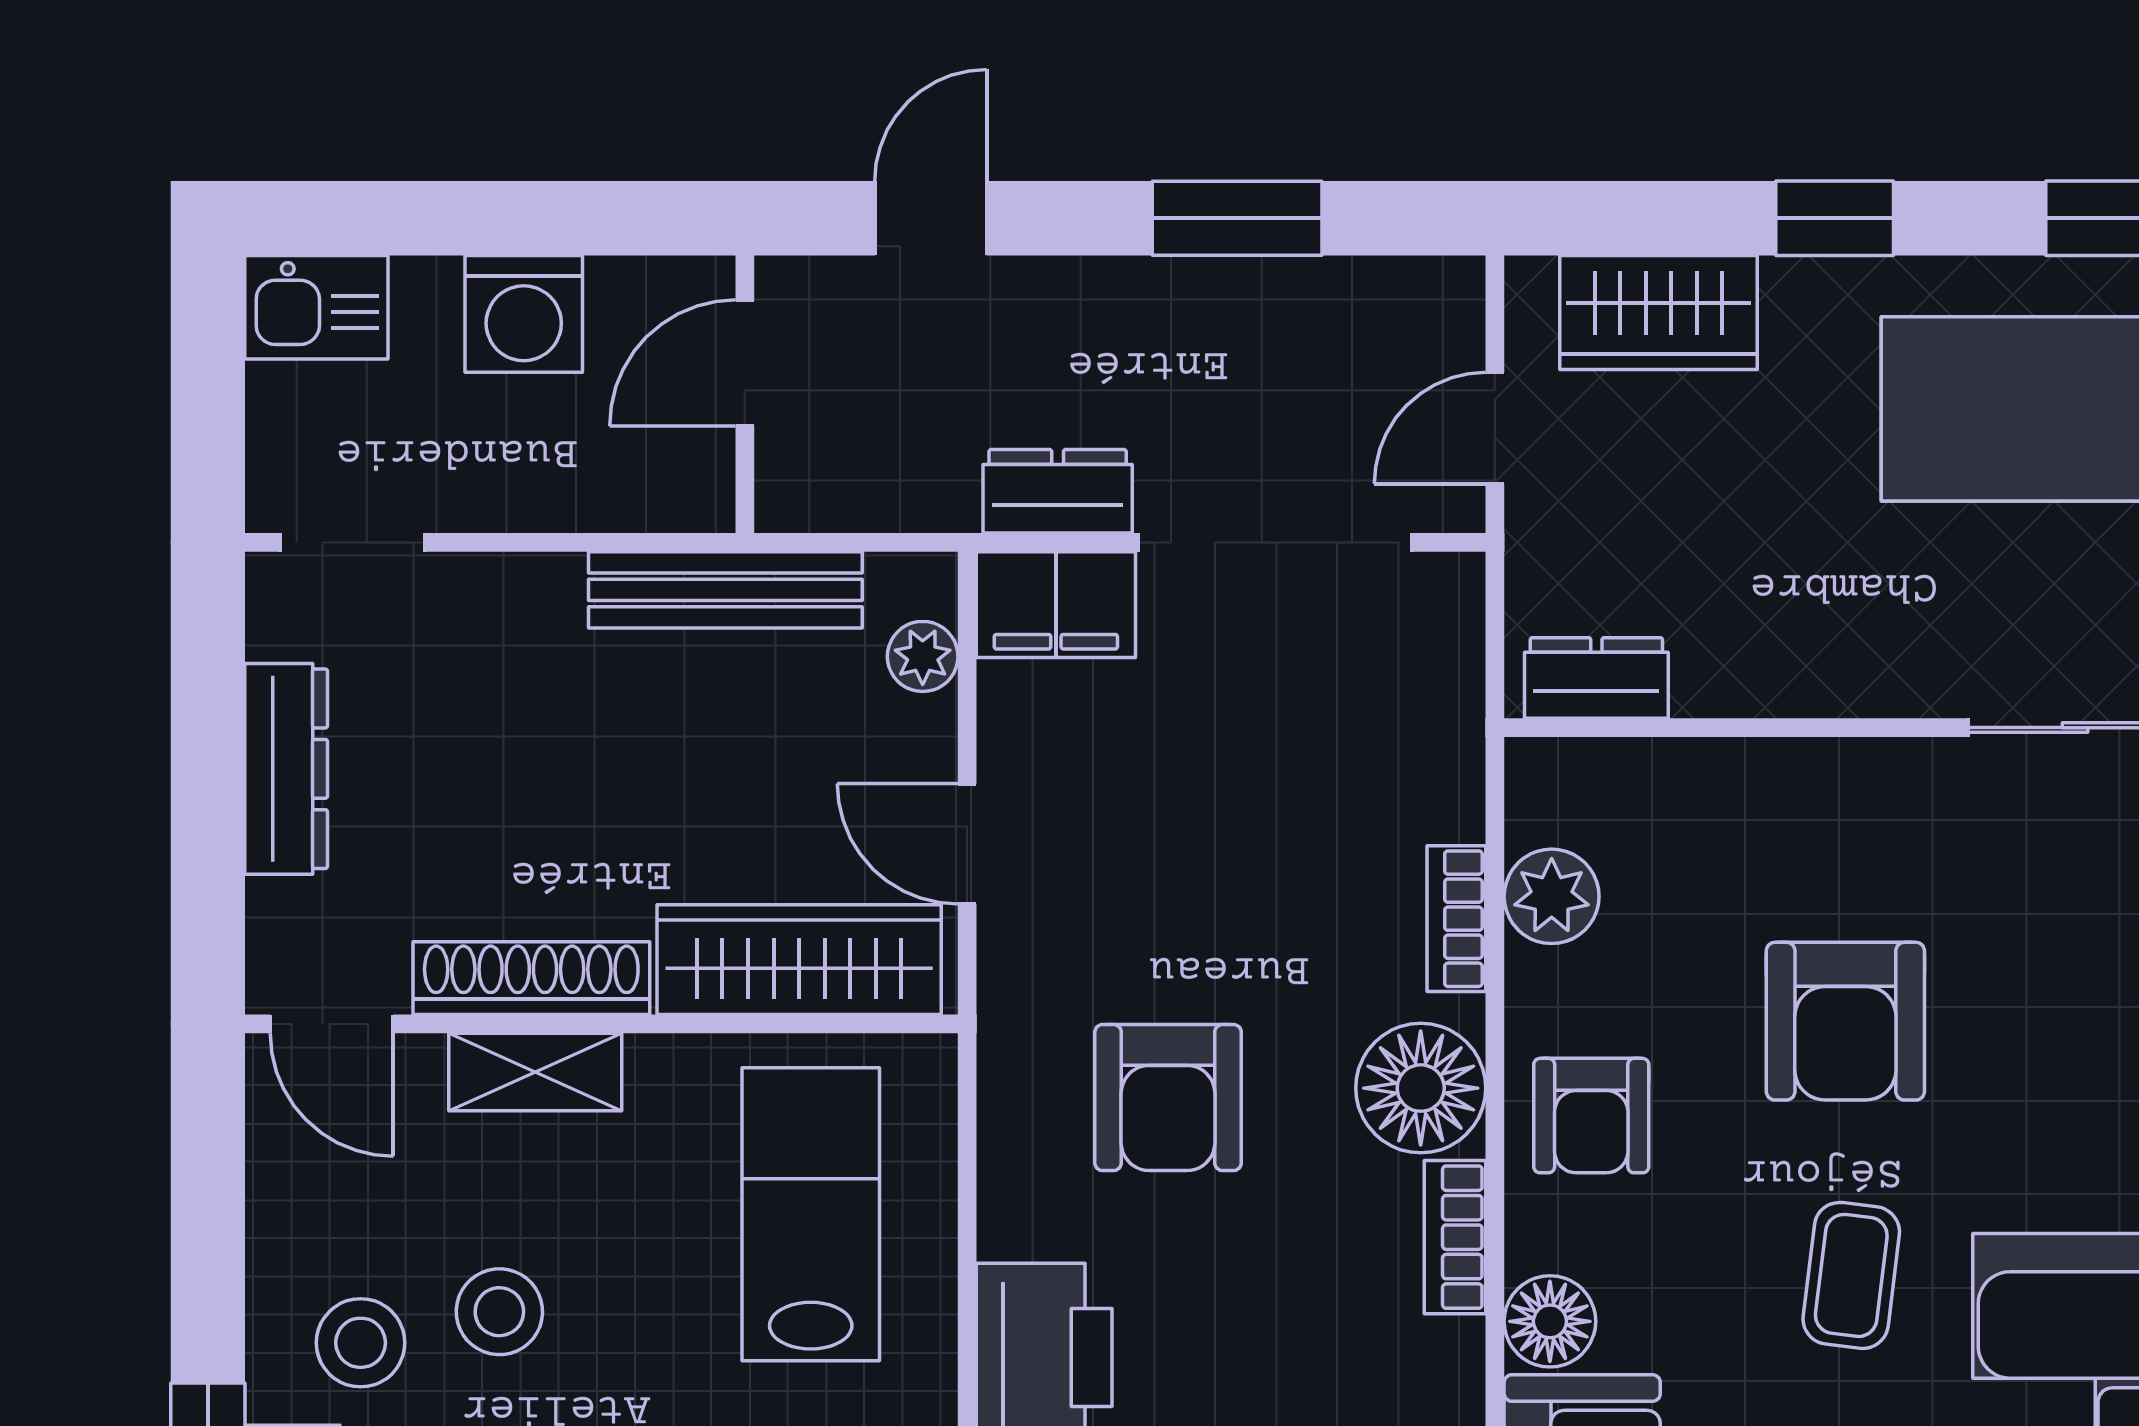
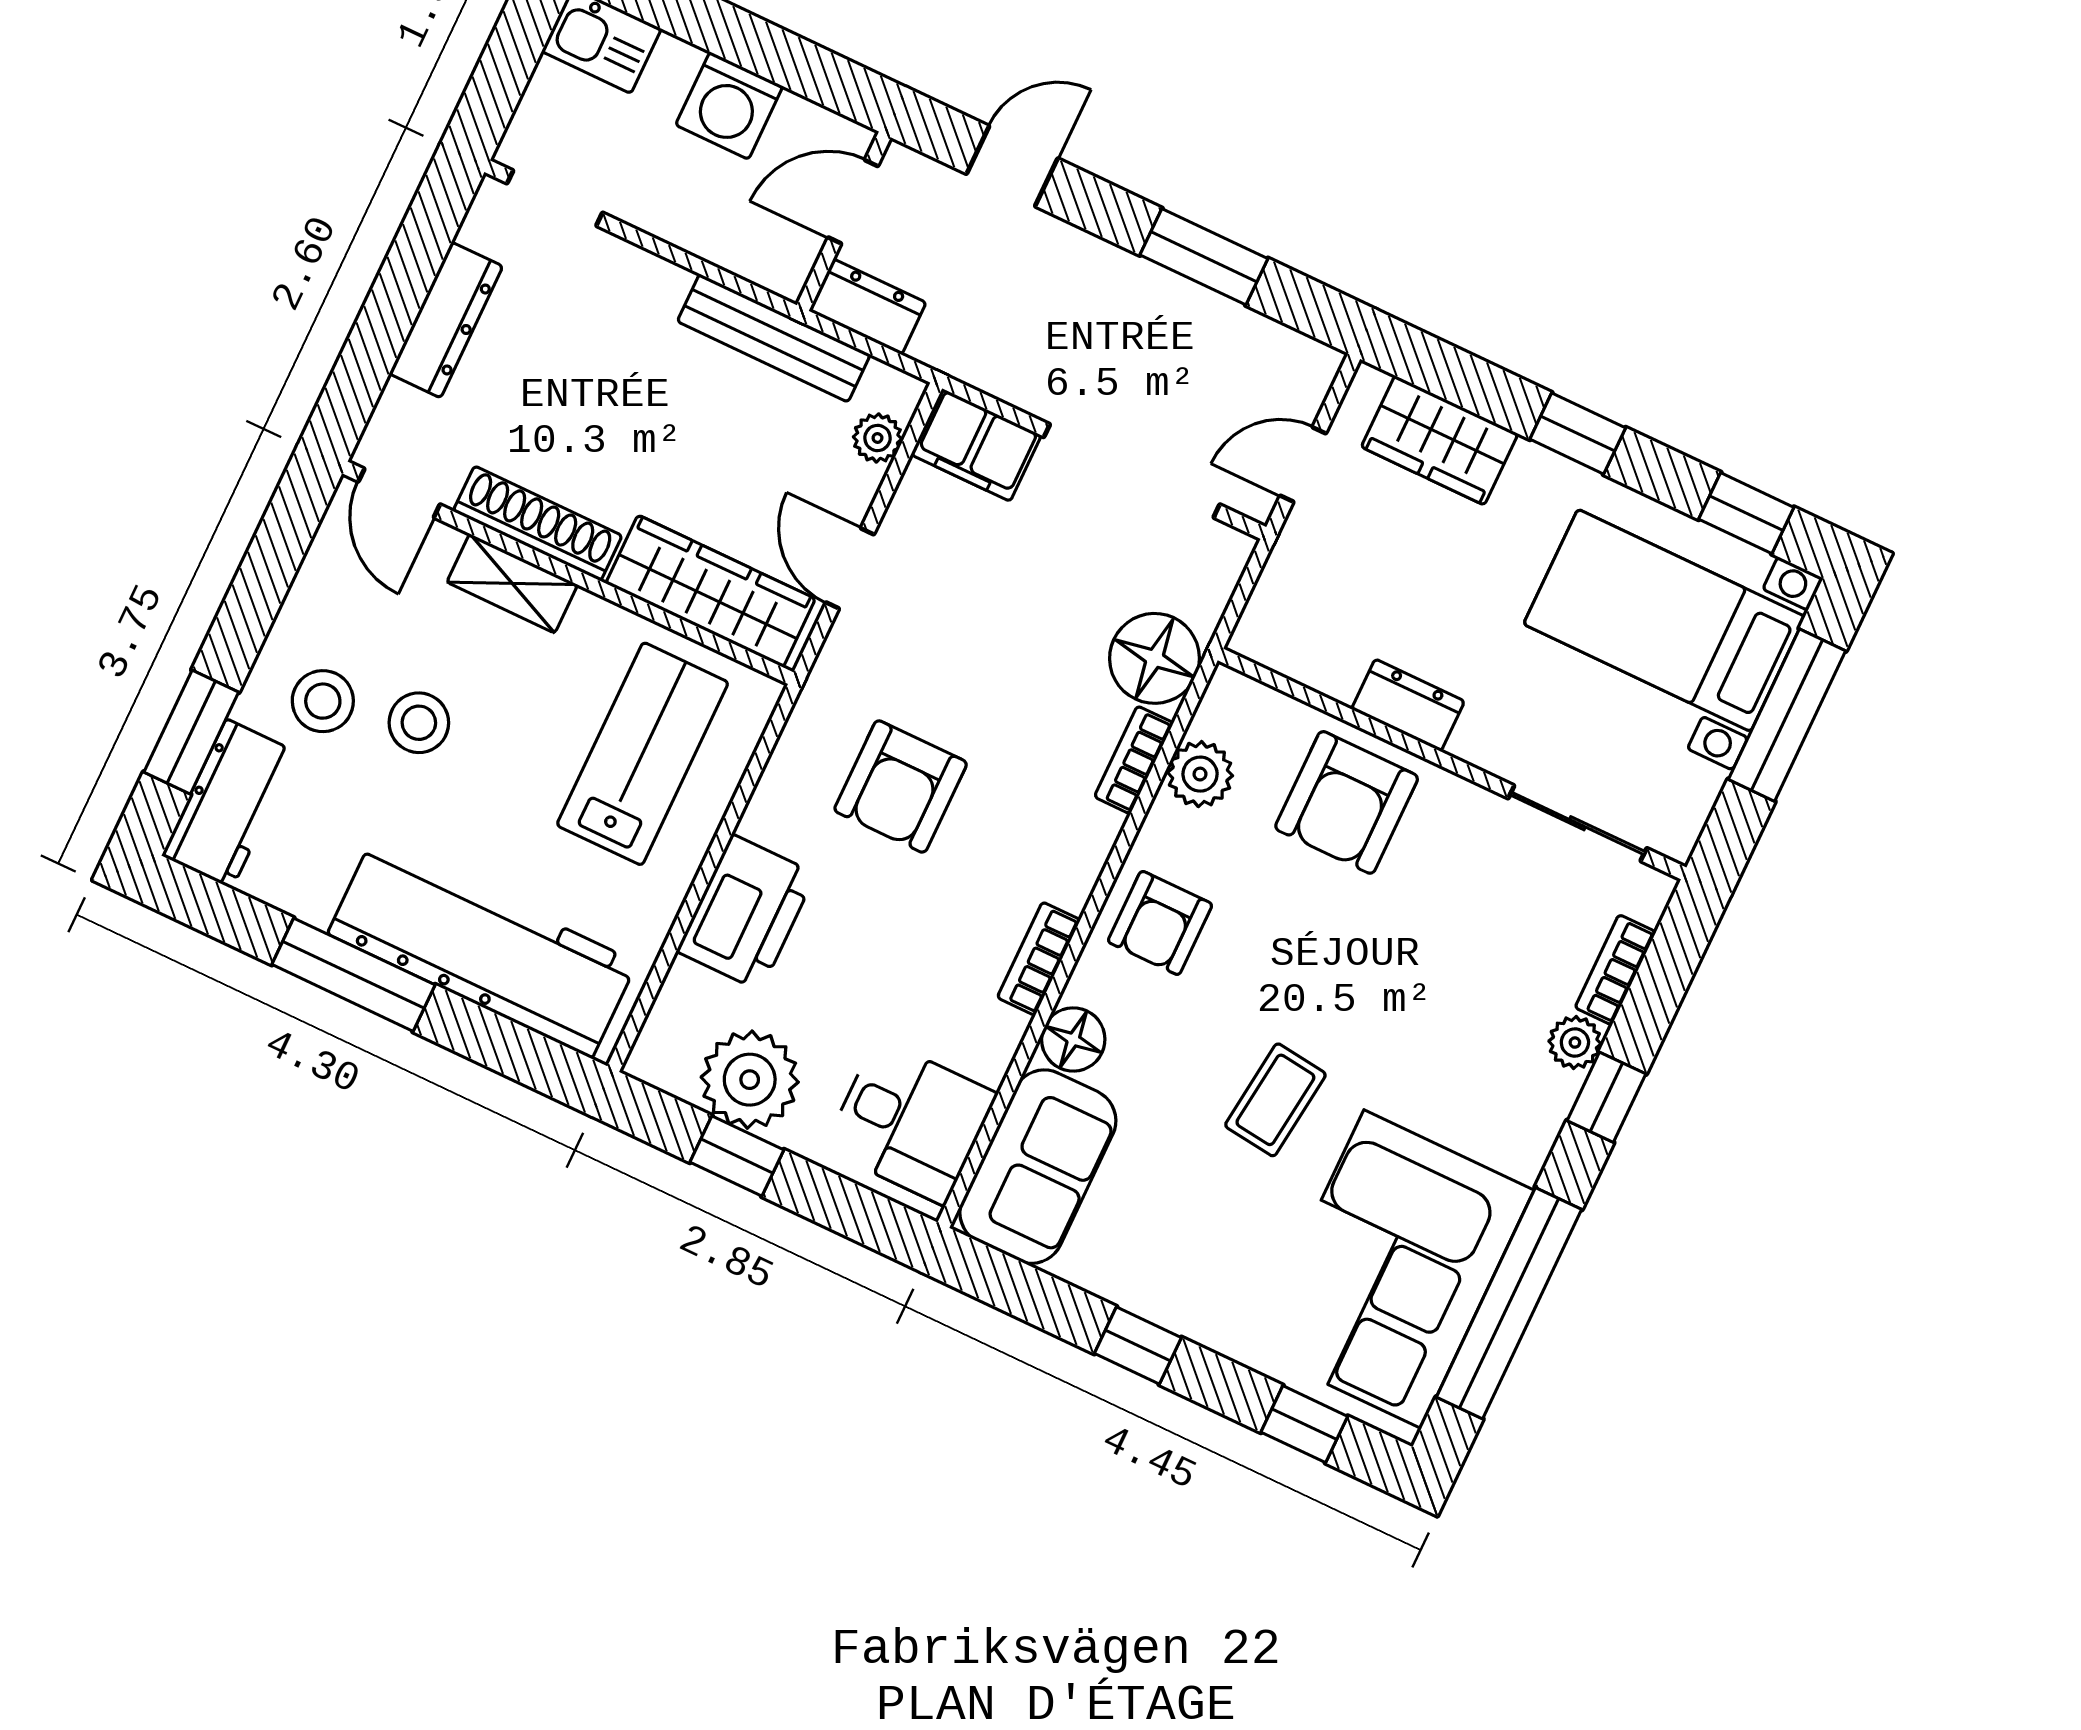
dresser: (1058, 491) -> (867, 307), moved
dresser: (1596, 678) -> (1408, 705), moved
armchair: (1845, 1021) -> (1347, 802), moved
floor lamp: (1421, 1088) -> (1155, 658), moved

